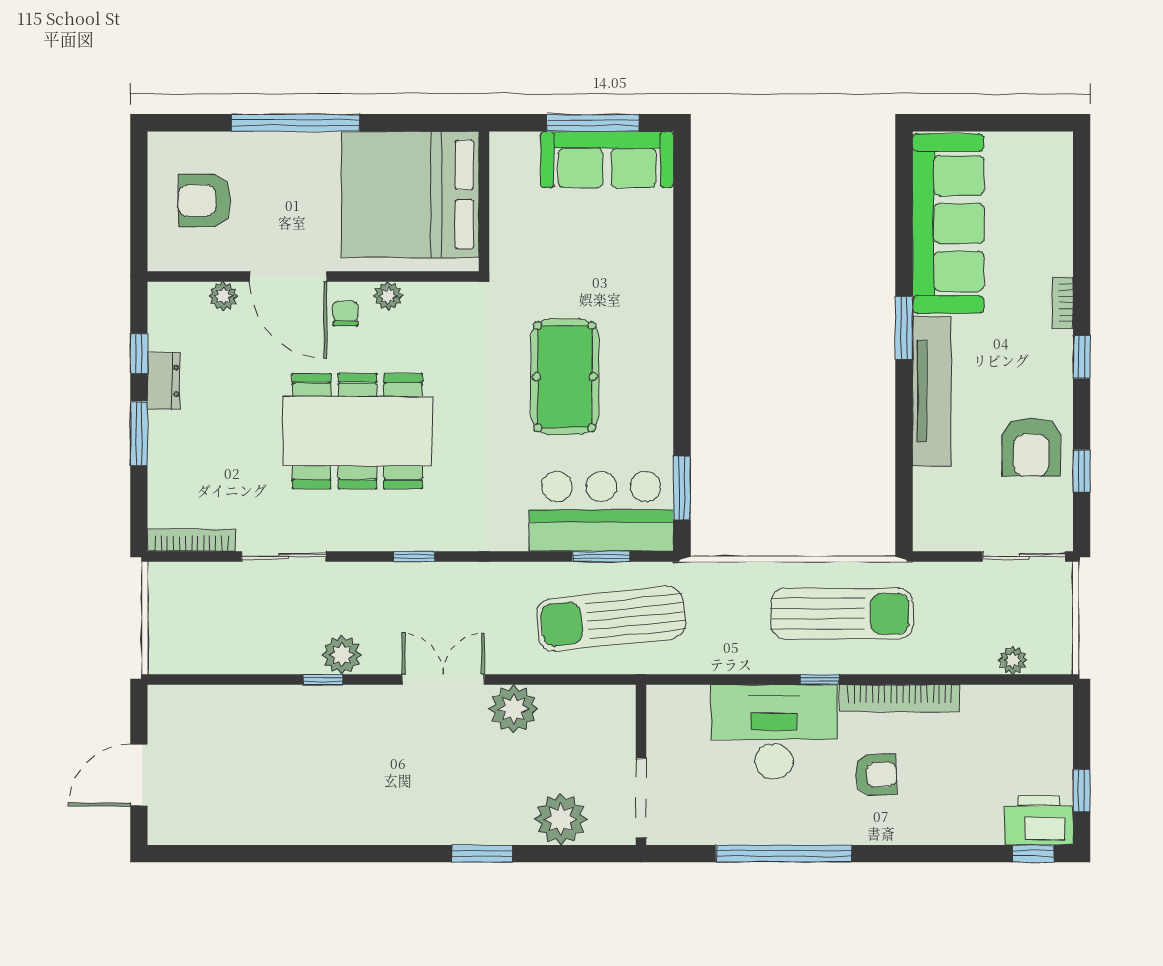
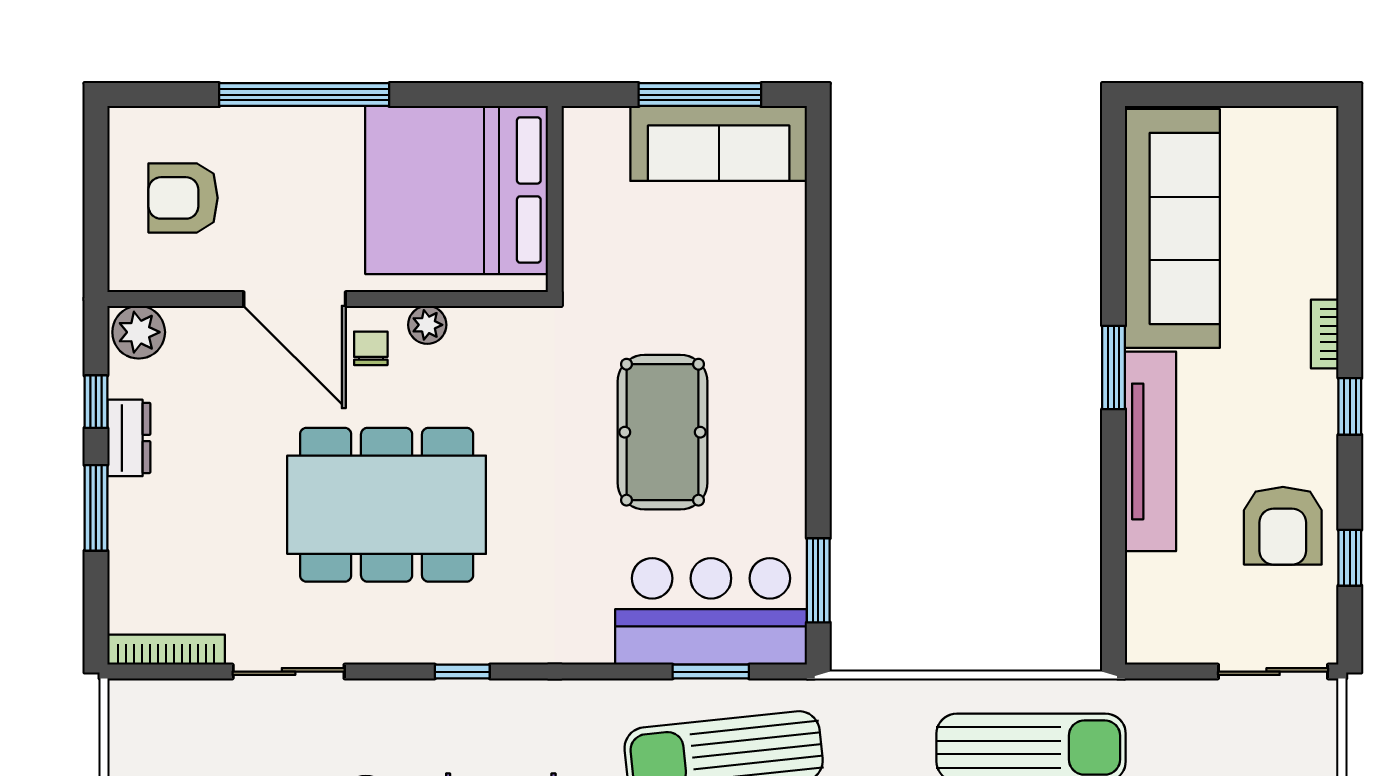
plant: (223, 296) -> (139, 332), moved, width x1.38, depth x1.38

